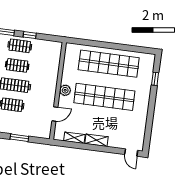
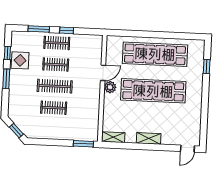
door: (55, 114) -> (103, 73), moved
window: (19, 138) -> (83, 144), moved
shelving: (74, 138) -> (113, 137), moved
door: (131, 152) -> (187, 149), hinge flipped

